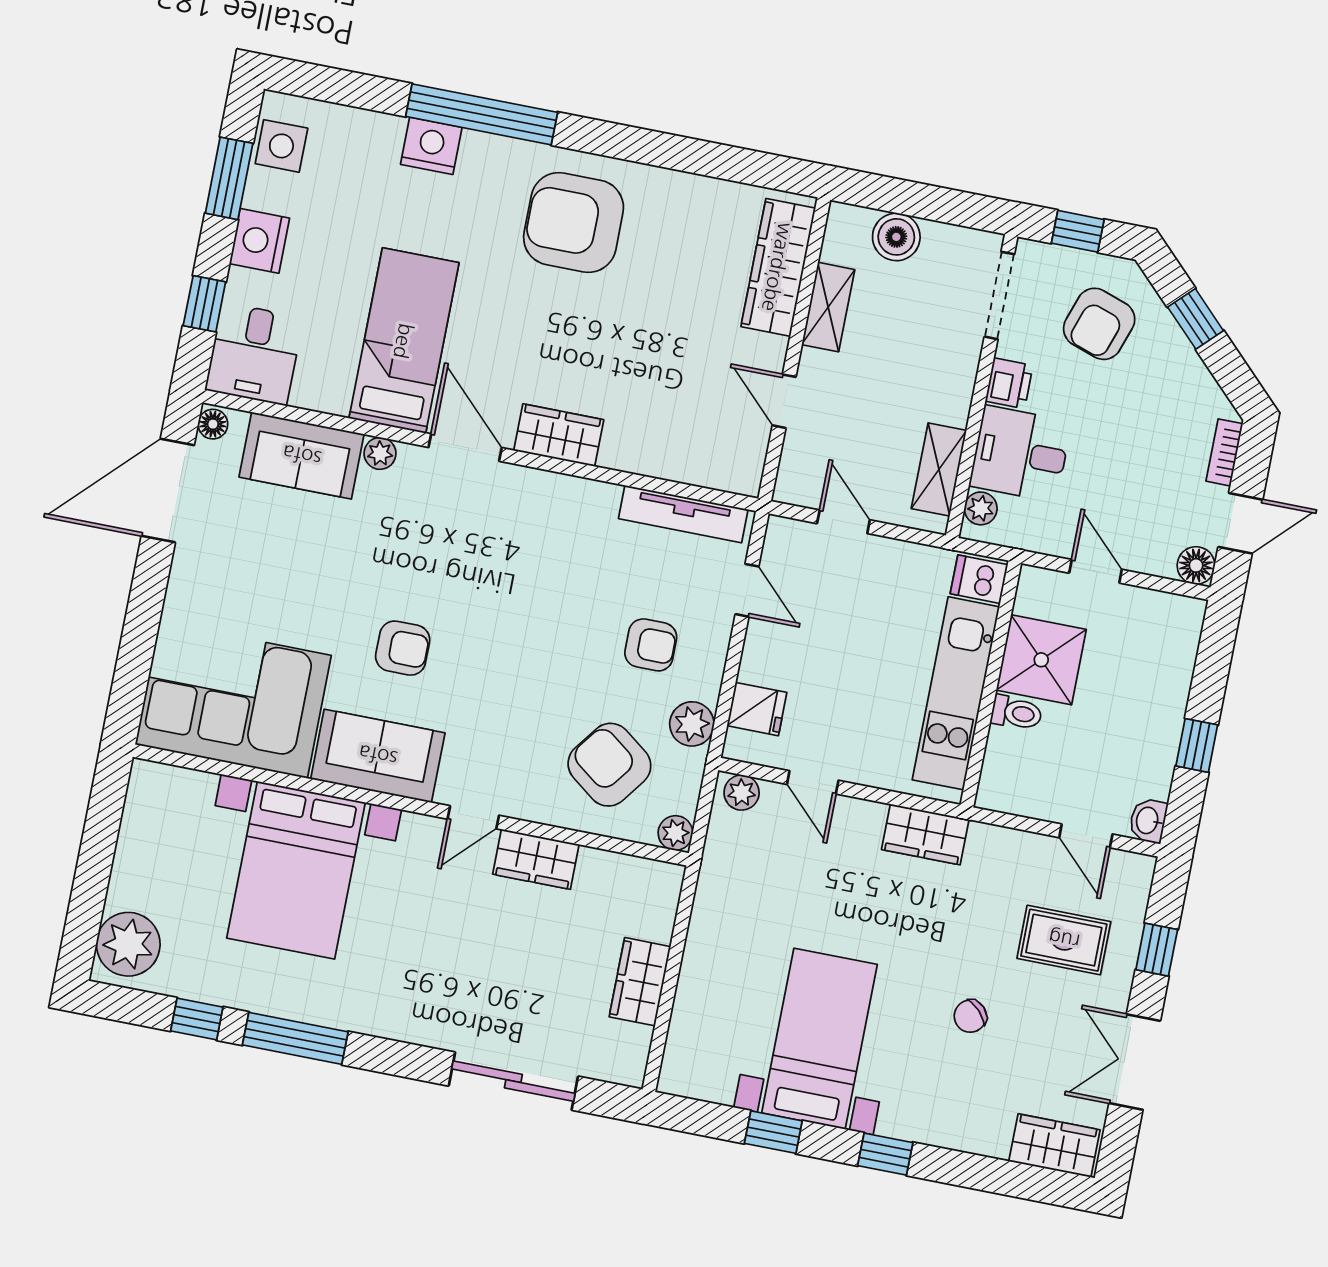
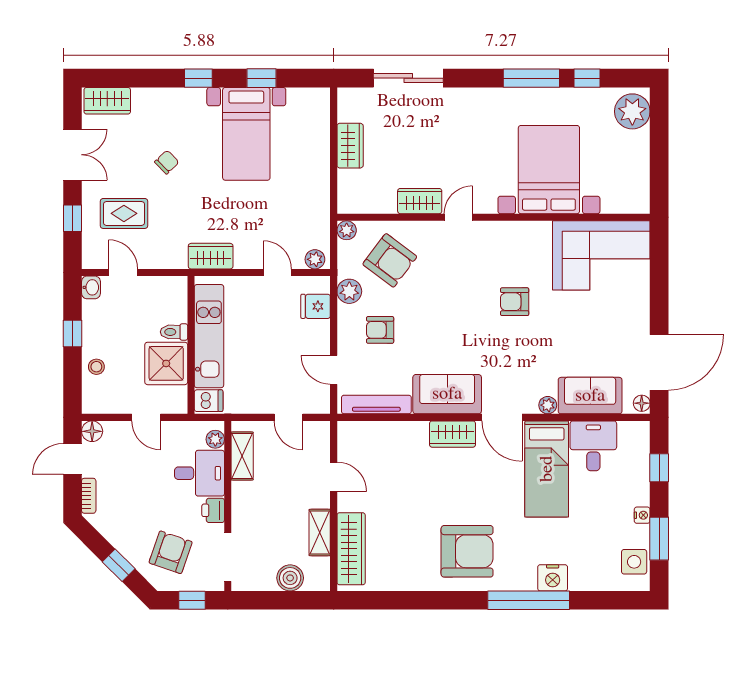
nightstand: (259, 241) -> (642, 515), width x0.53, depth x0.56
desk: (254, 354) -> (593, 446), moved
stool: (1166, 678) -> (96, 367), added
sofa: (378, 756) -> (447, 394), moved, turned 180

